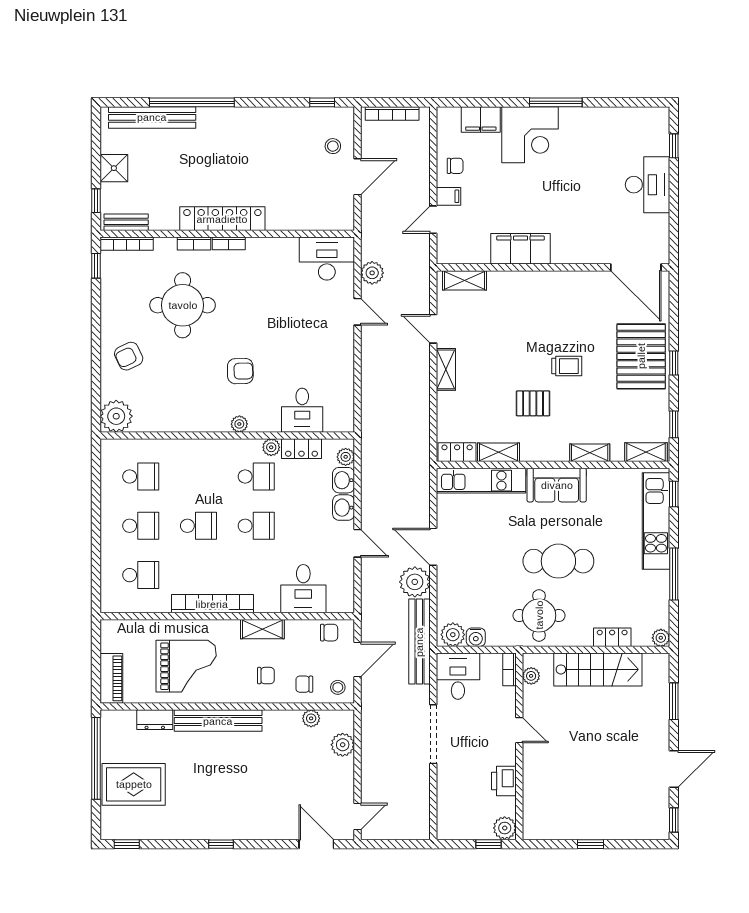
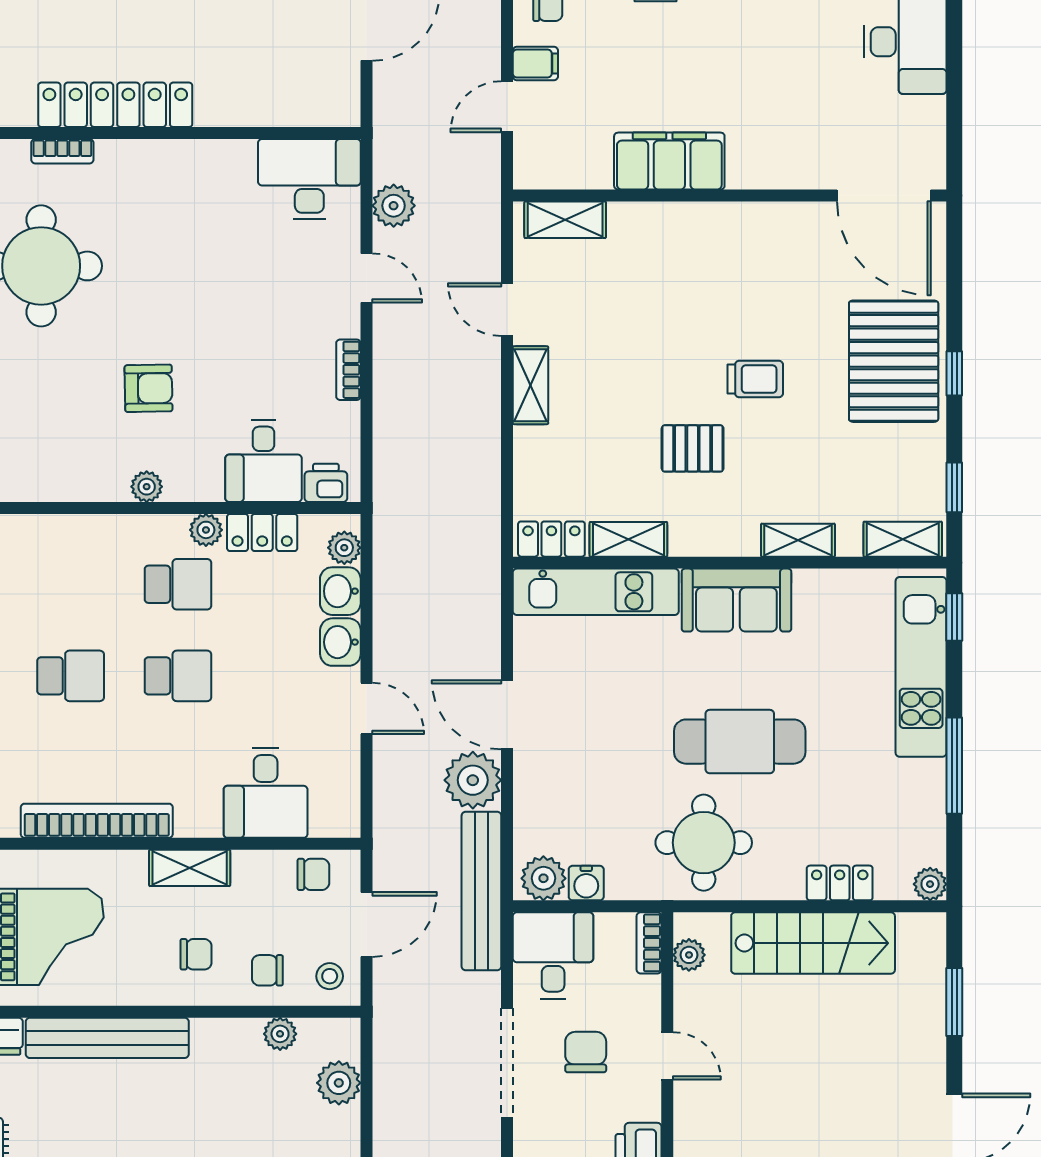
bookcase: (229, 243) -> (348, 370), moved, turned 90
printer: (336, 422) -> (326, 483), added
chair: (476, 728) -> (586, 1052), added

